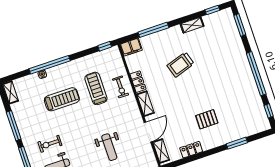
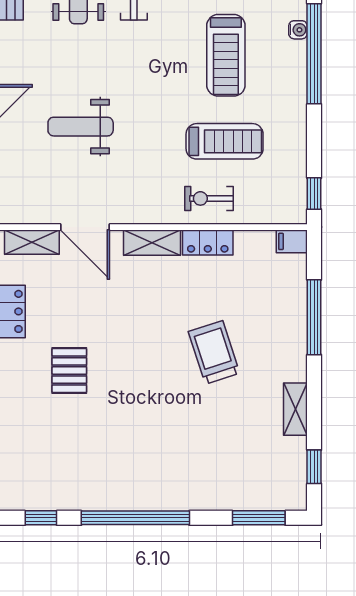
filing cabinet: (131, 47) -> (292, 241), width x0.50

